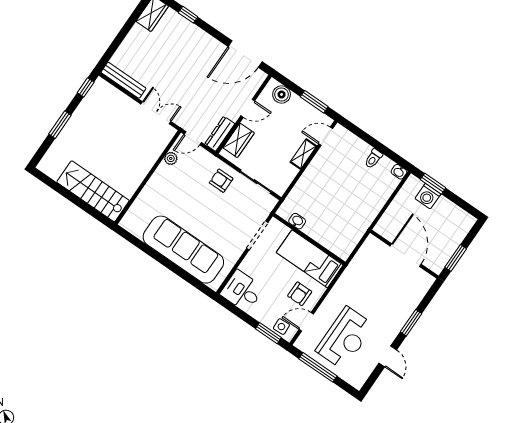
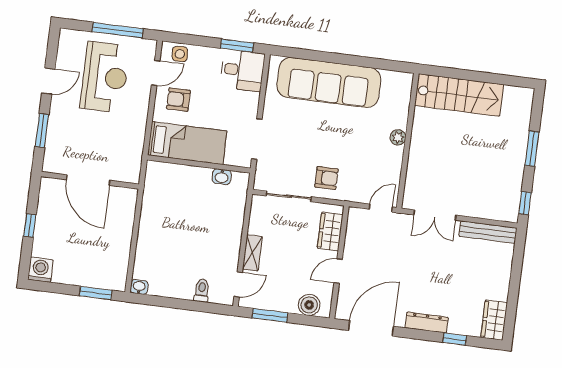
dresser: (220, 134) -> (427, 323), moved, turned -90
plant: (171, 158) -> (398, 137), moved
toilet: (373, 159) -> (202, 290), moved
washing machine: (428, 196) -> (40, 270), moved
wall: (404, 254) -> (90, 180), moved
door: (406, 255) -> (88, 180), moved
window: (456, 258) -> (30, 225), width x0.67
armchair: (300, 294) -> (178, 100), turned -90
window: (268, 333) -> (237, 46), moved
reception desk: (345, 338) -> (105, 77), turned 180
door: (388, 356) -> (48, 81), swing flipped

